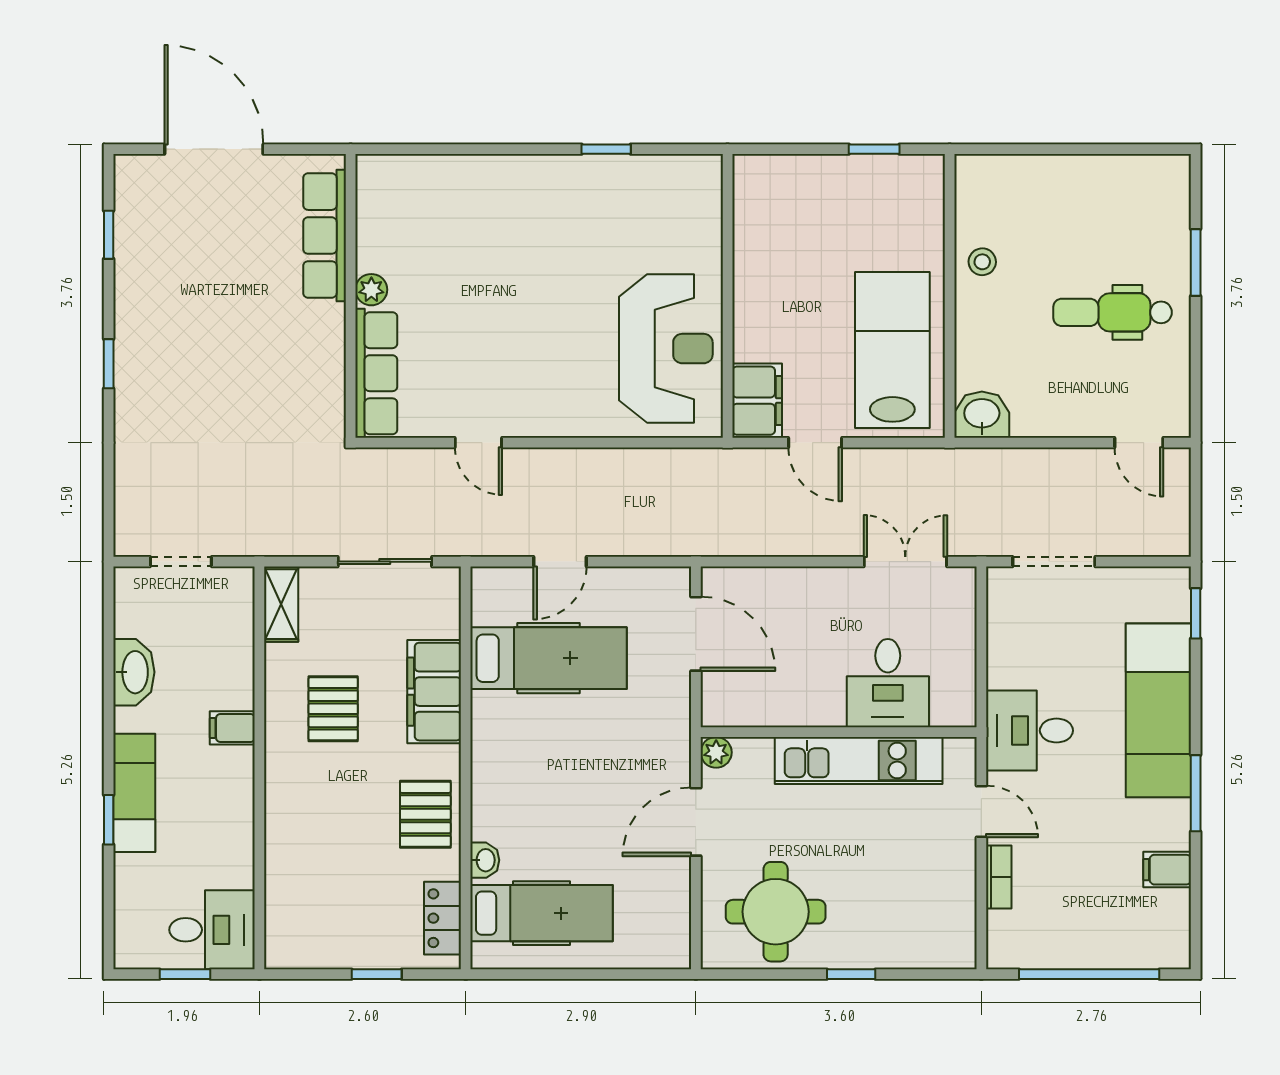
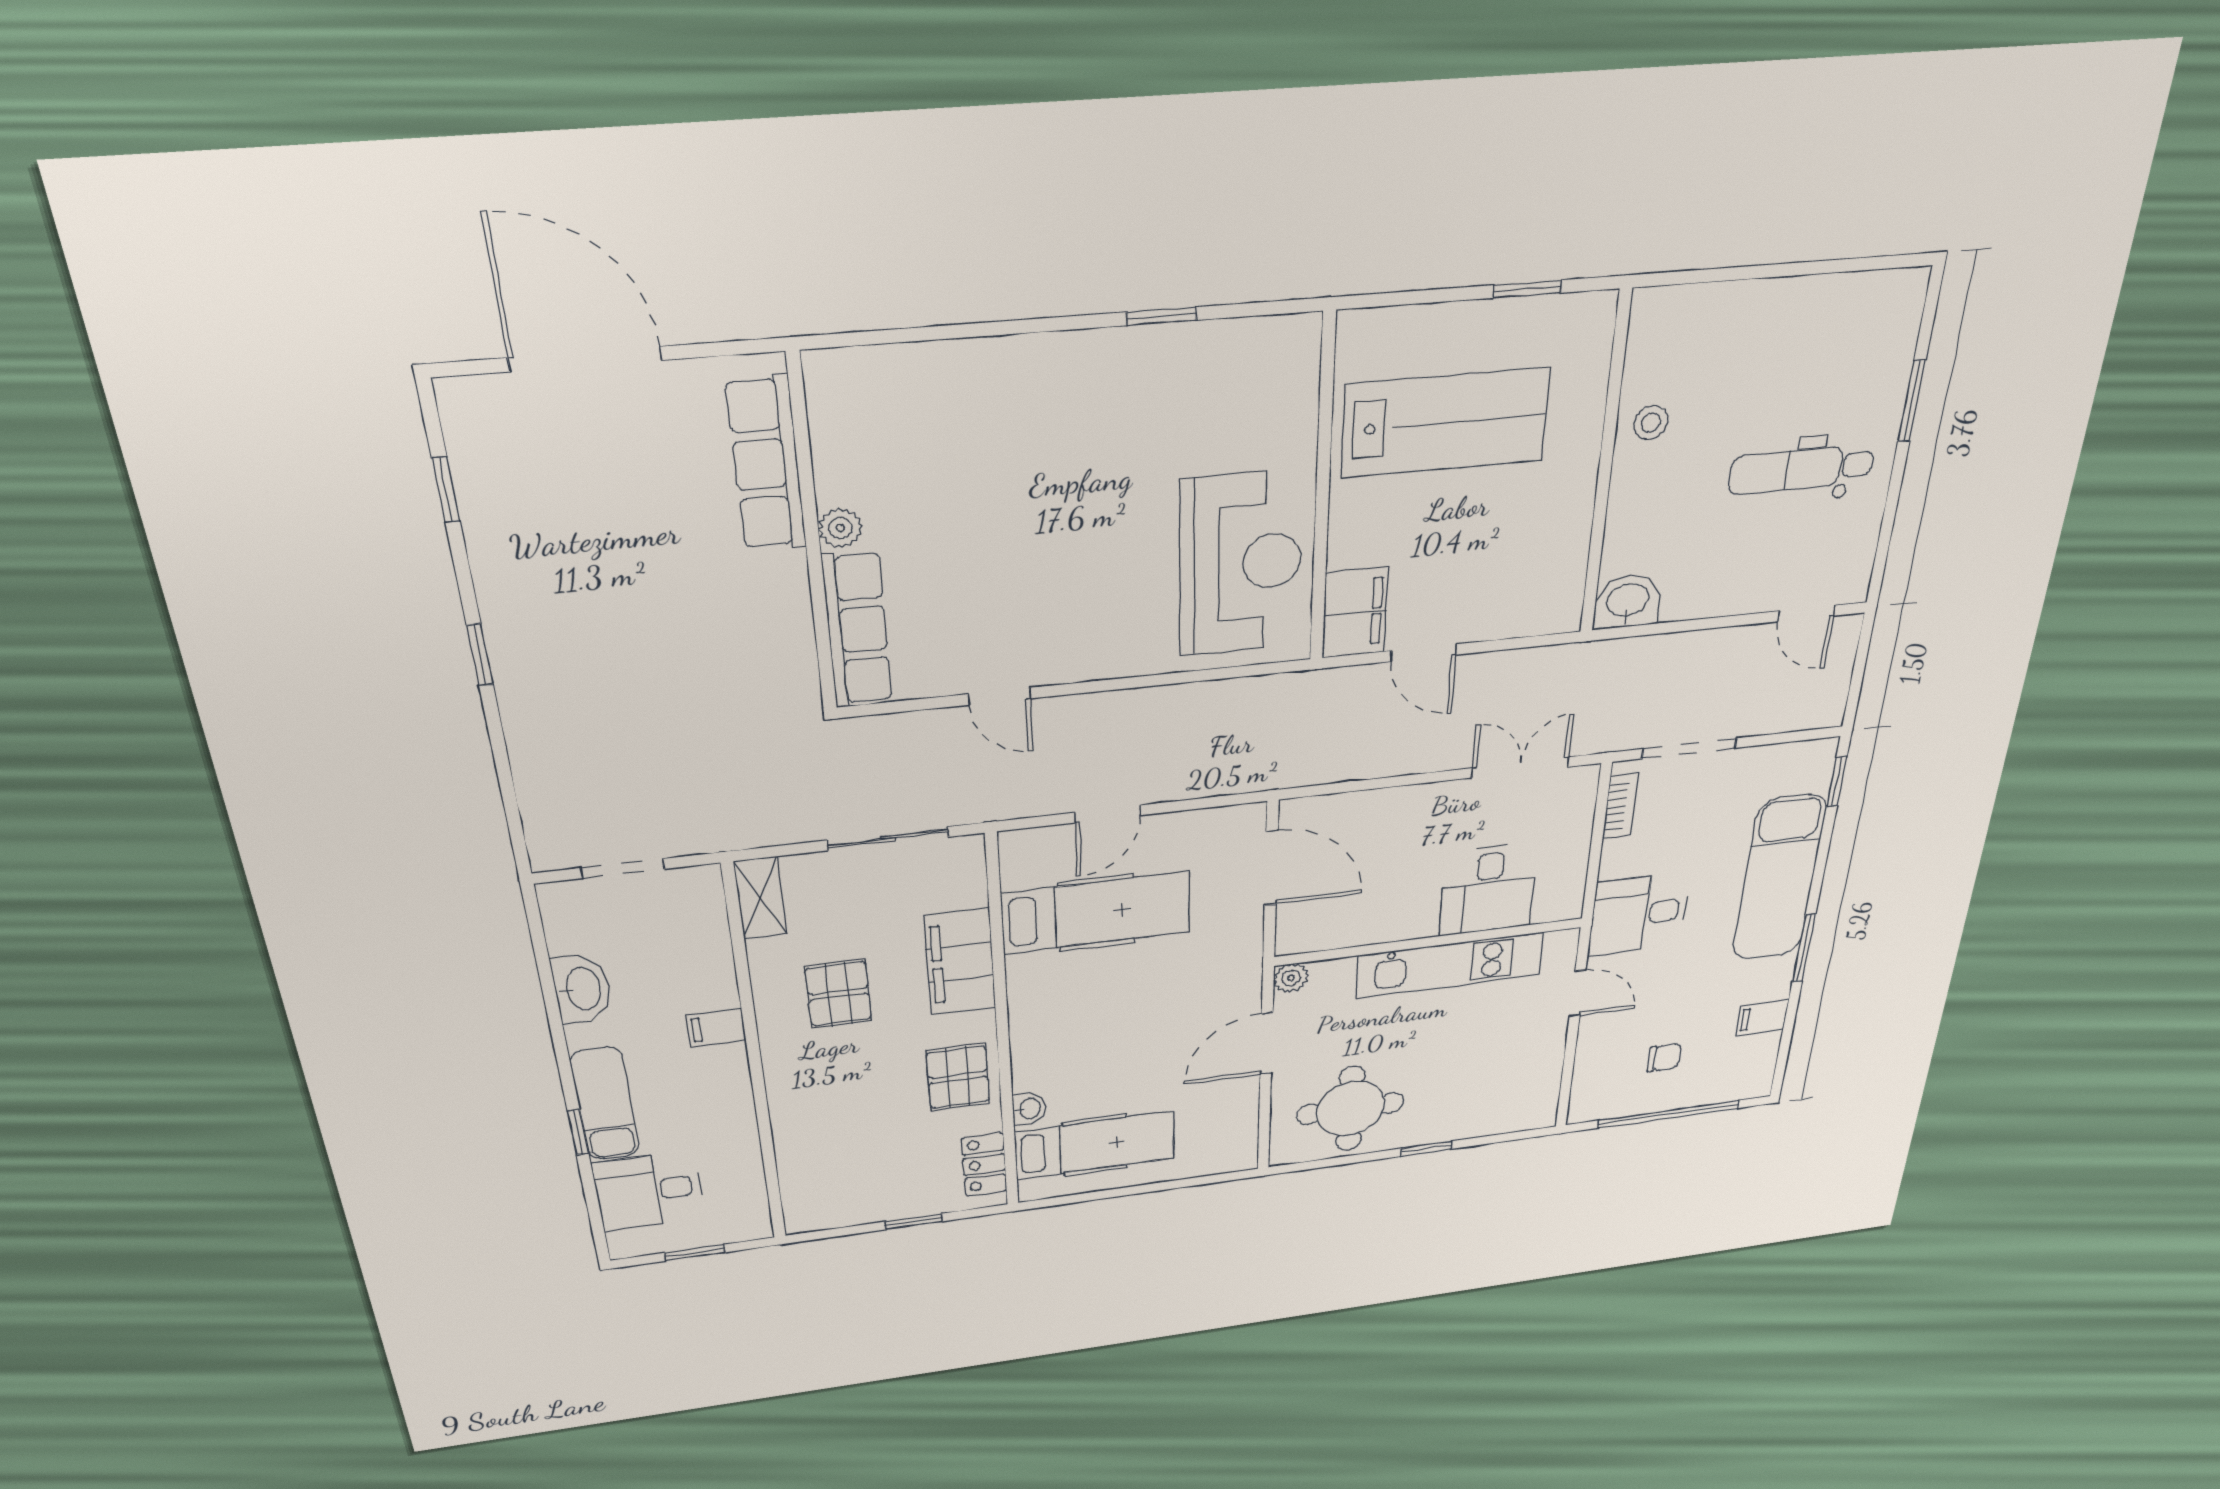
lab bench: (892, 350) -> (1445, 423), moved, turned 90
bookcase: (999, 877) -> (1620, 806), moved
chair: (1075, 902) -> (1664, 1057), added
desk: (212, 930) -> (649, 1191), moved, turned 180

